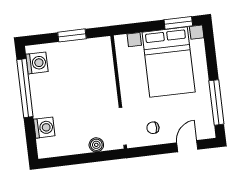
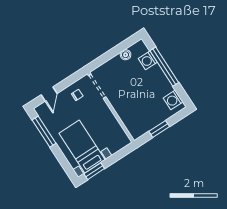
bed with nightstands: (169, 62) -> (82, 147), width x0.73
window: (25, 88) -> (164, 67), moved
boiler: (96, 145) -> (126, 55), moved

